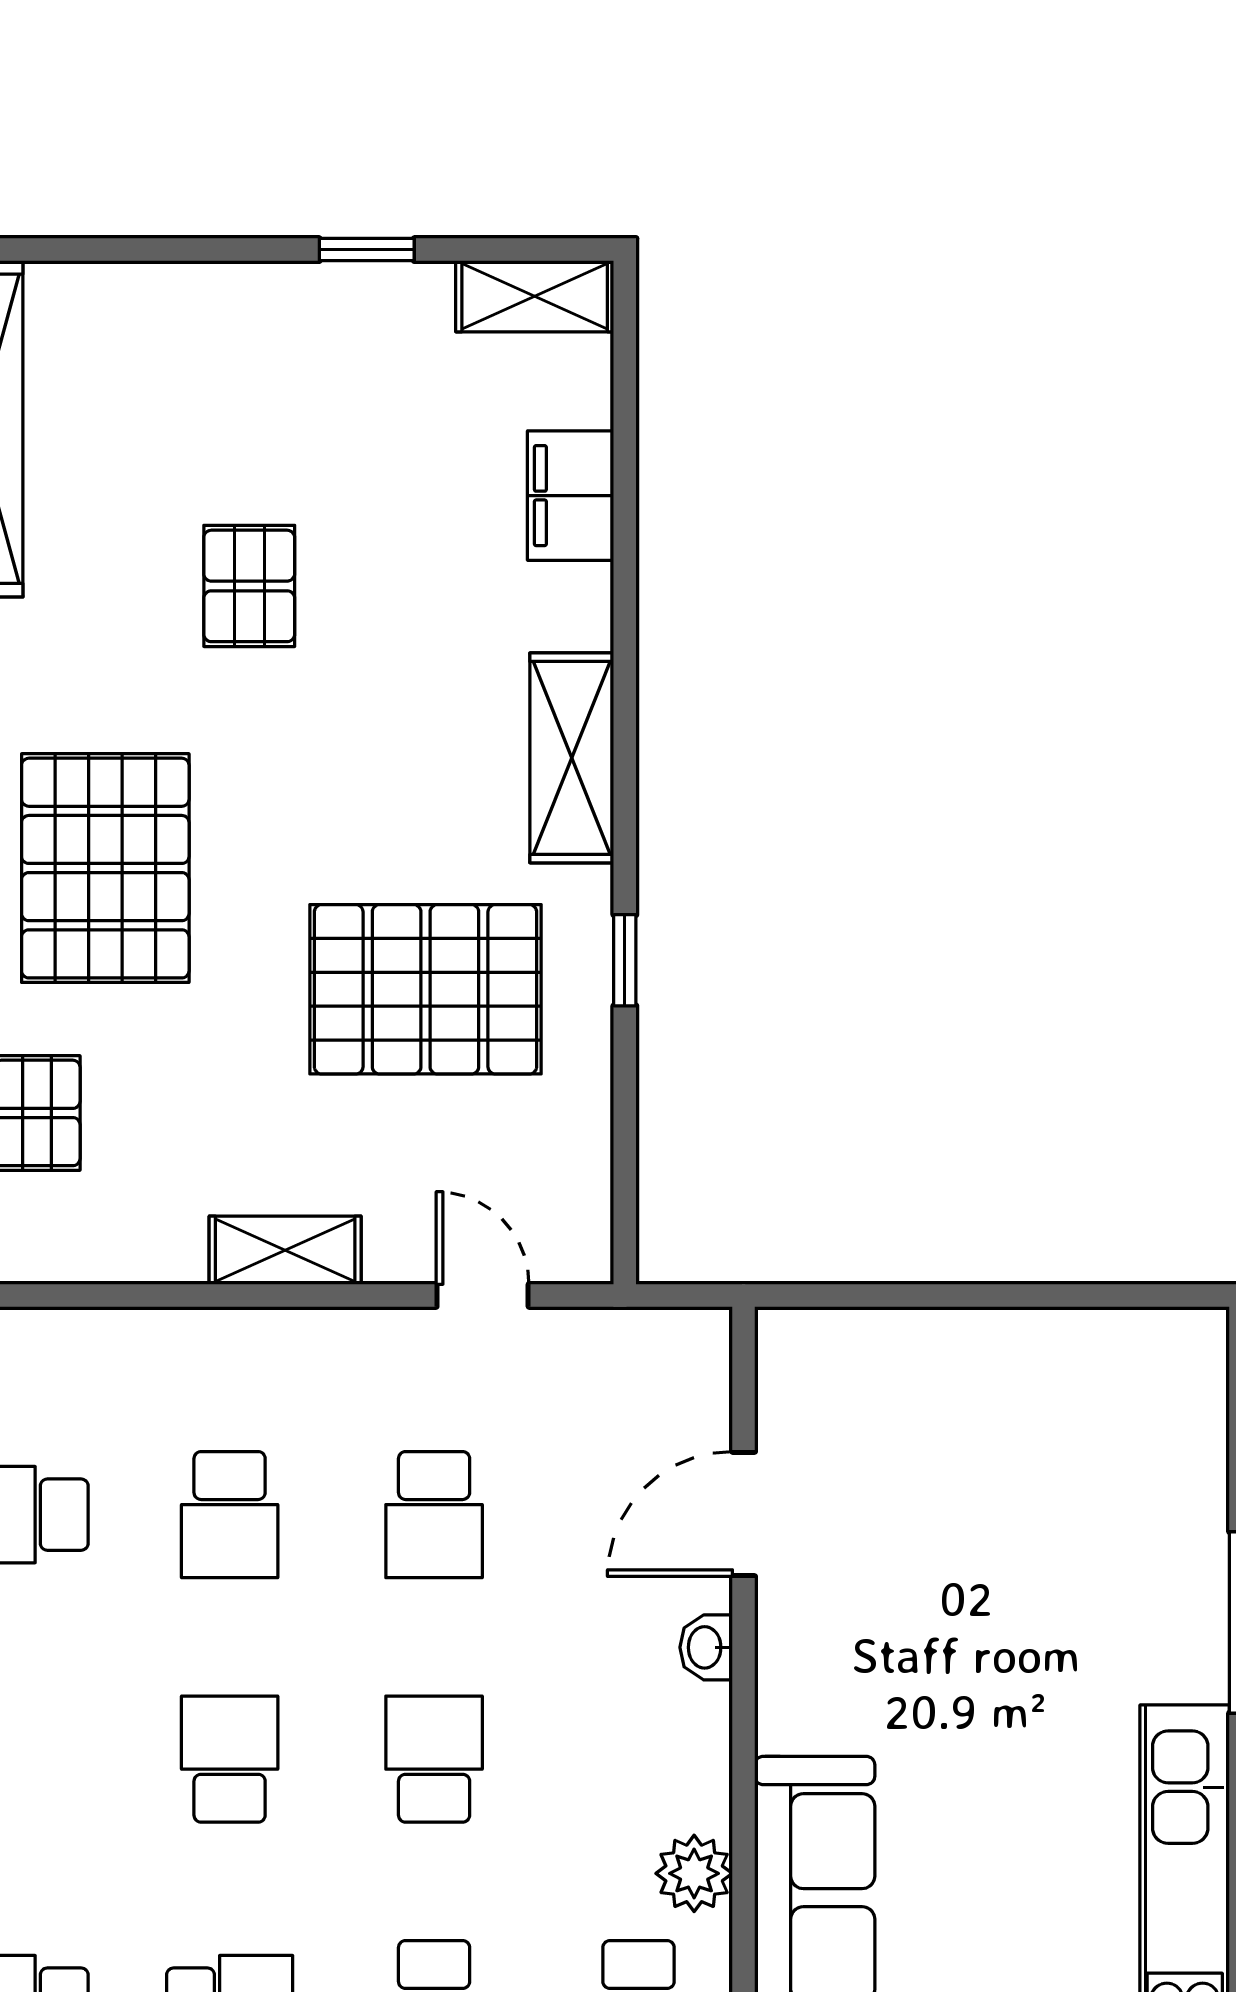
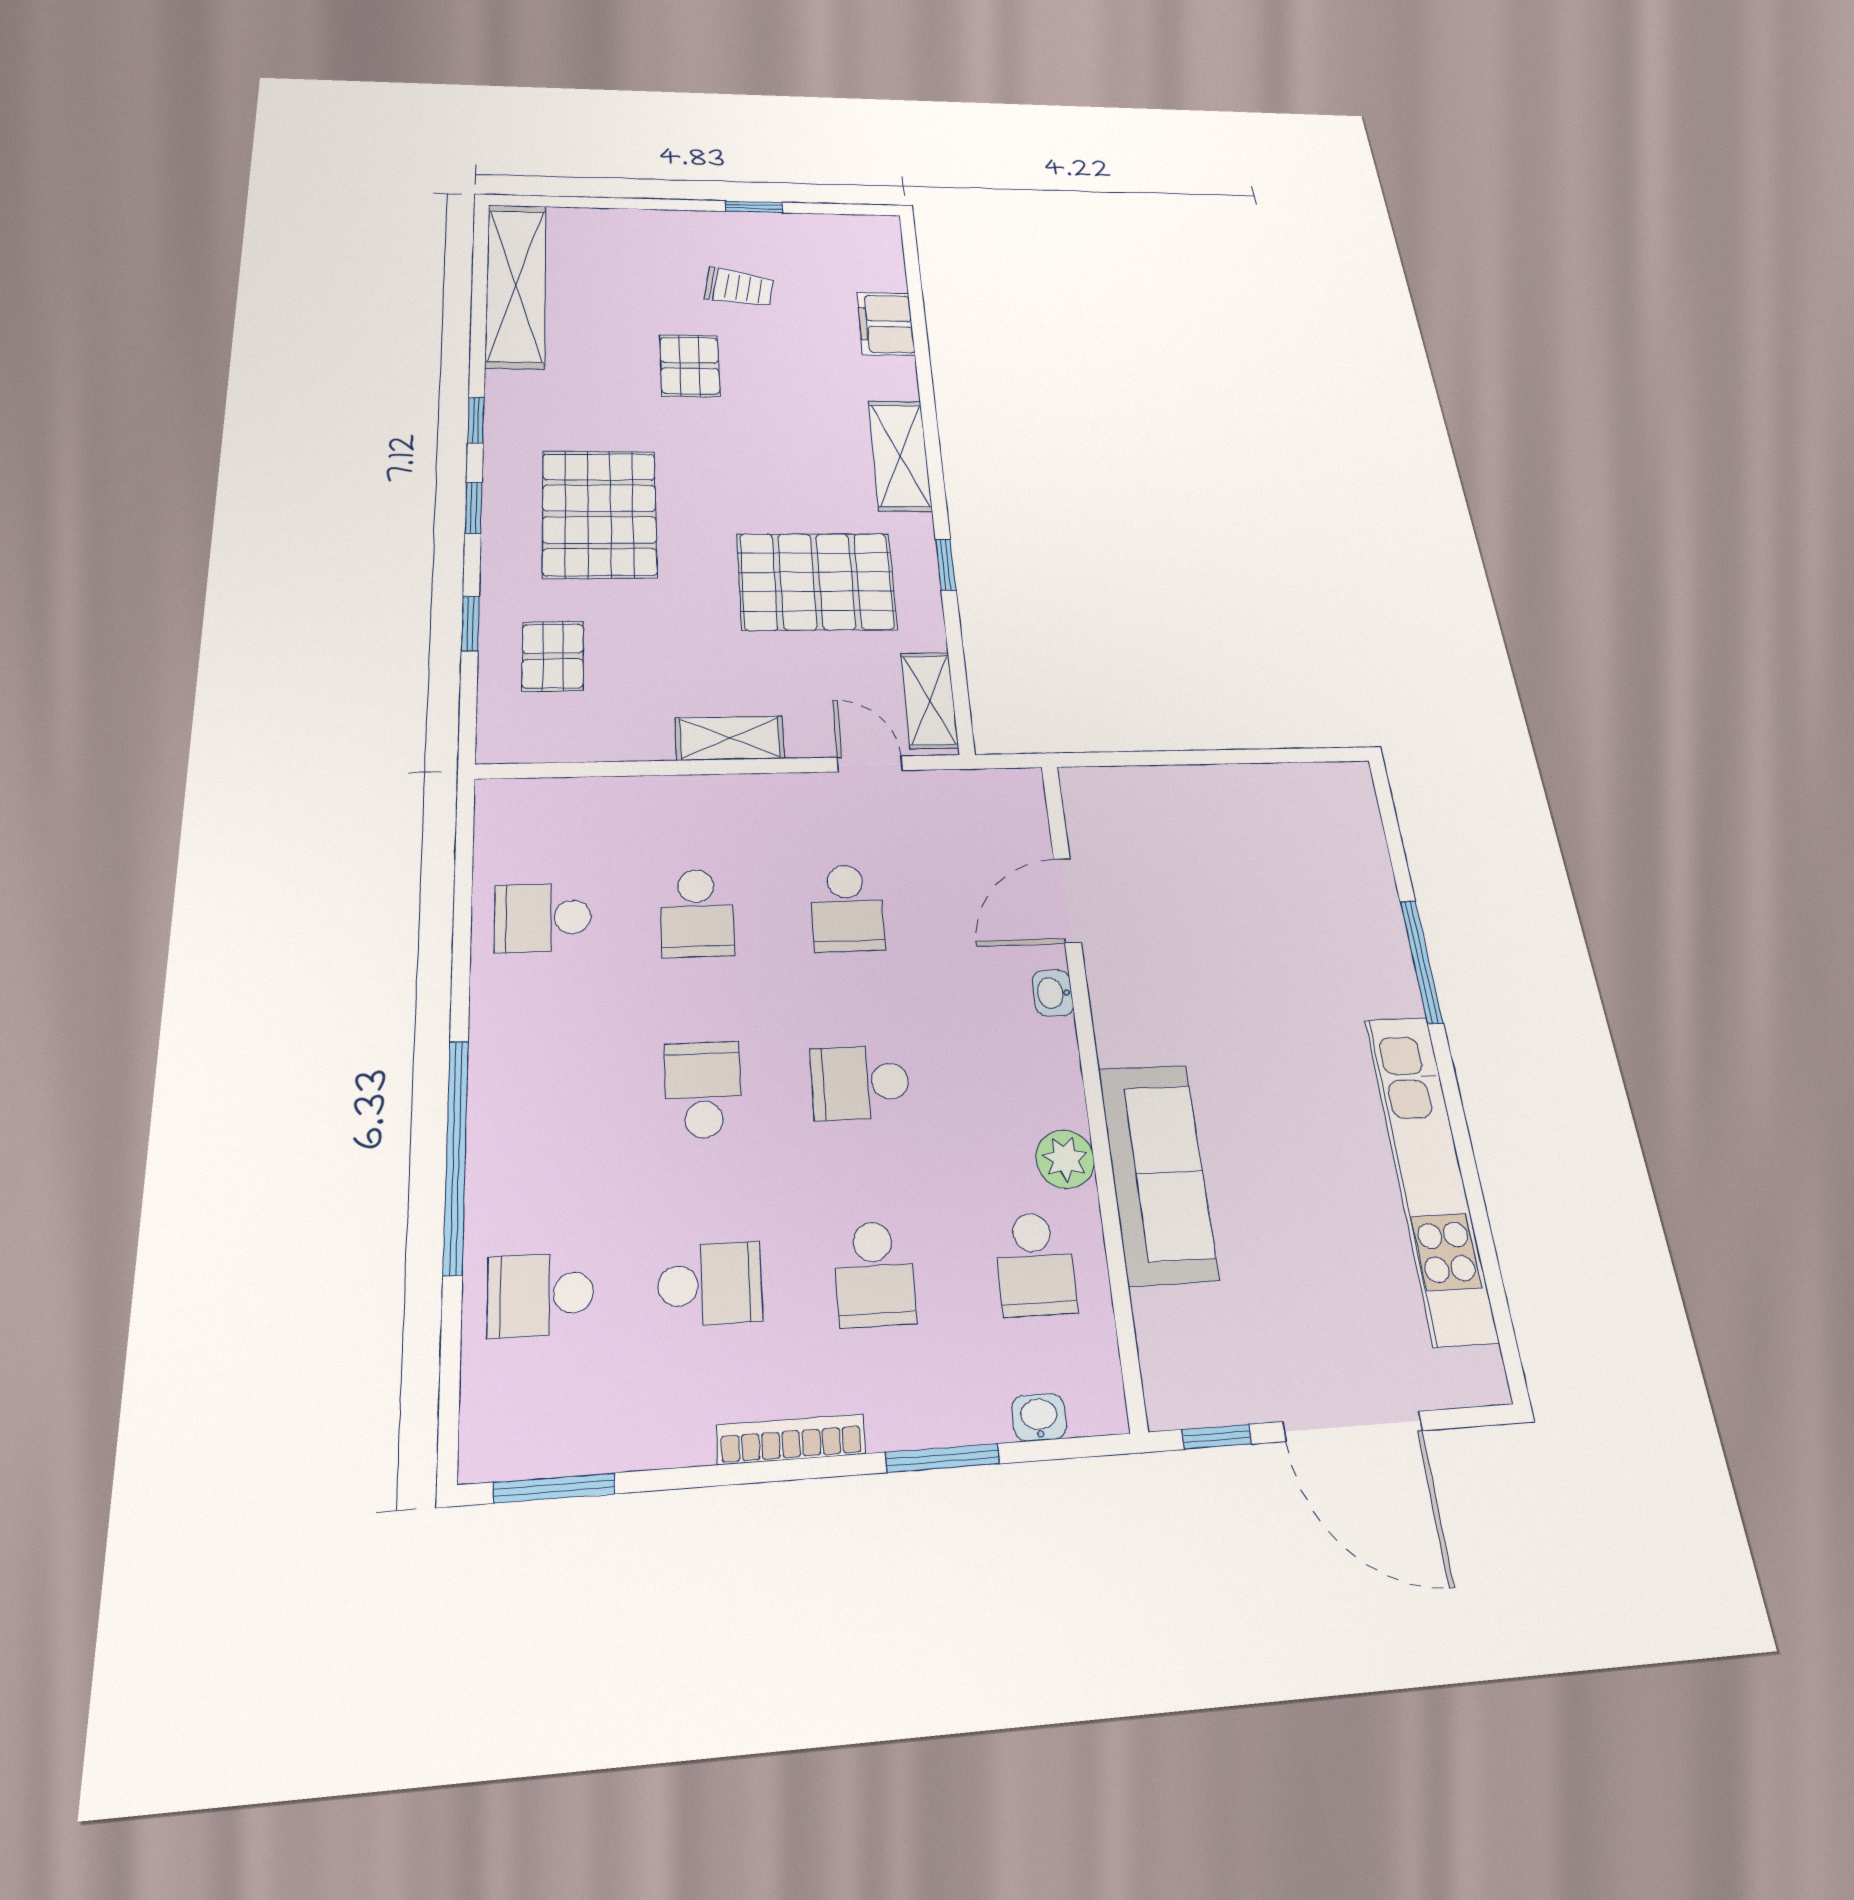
shelving: (535, 296) -> (929, 700), moved, turned 90
trolley: (334, 425) -> (739, 288), added
school desk: (434, 1759) -> (860, 1082), turned -90

